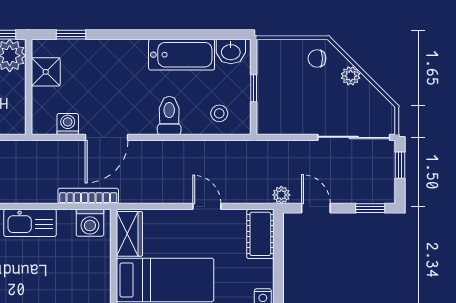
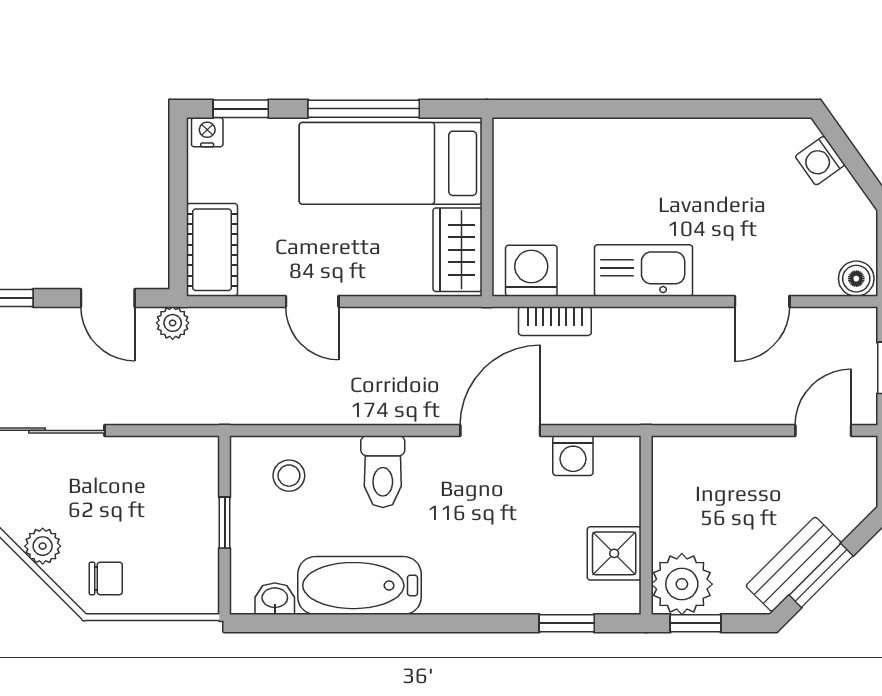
washbasin: (231, 51) -> (275, 599), width x0.72, depth x0.69
bookcase: (88, 196) -> (555, 321), width x0.64

